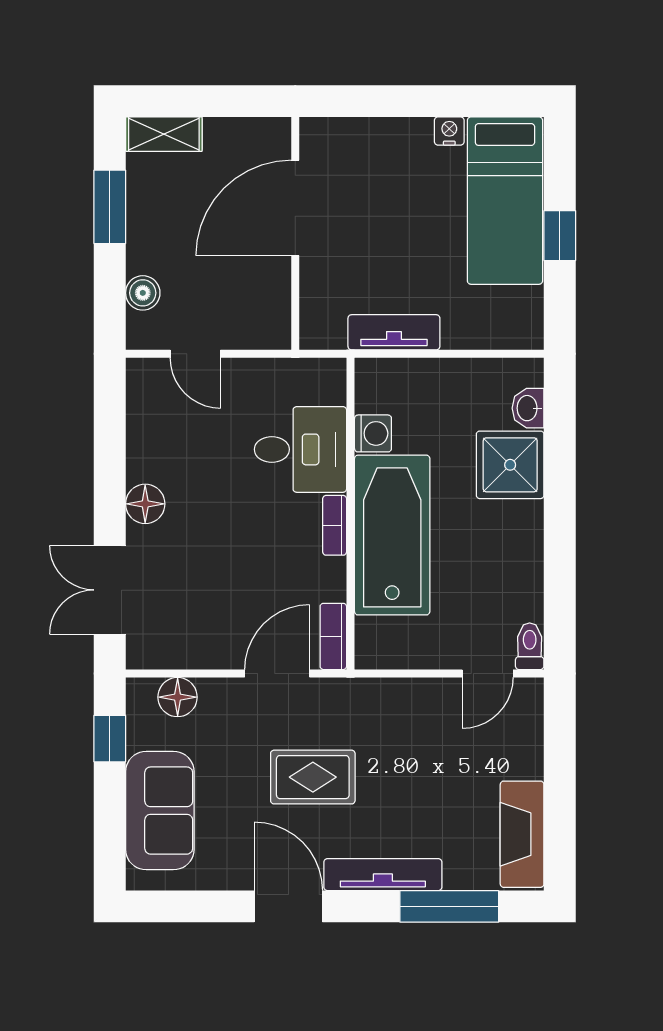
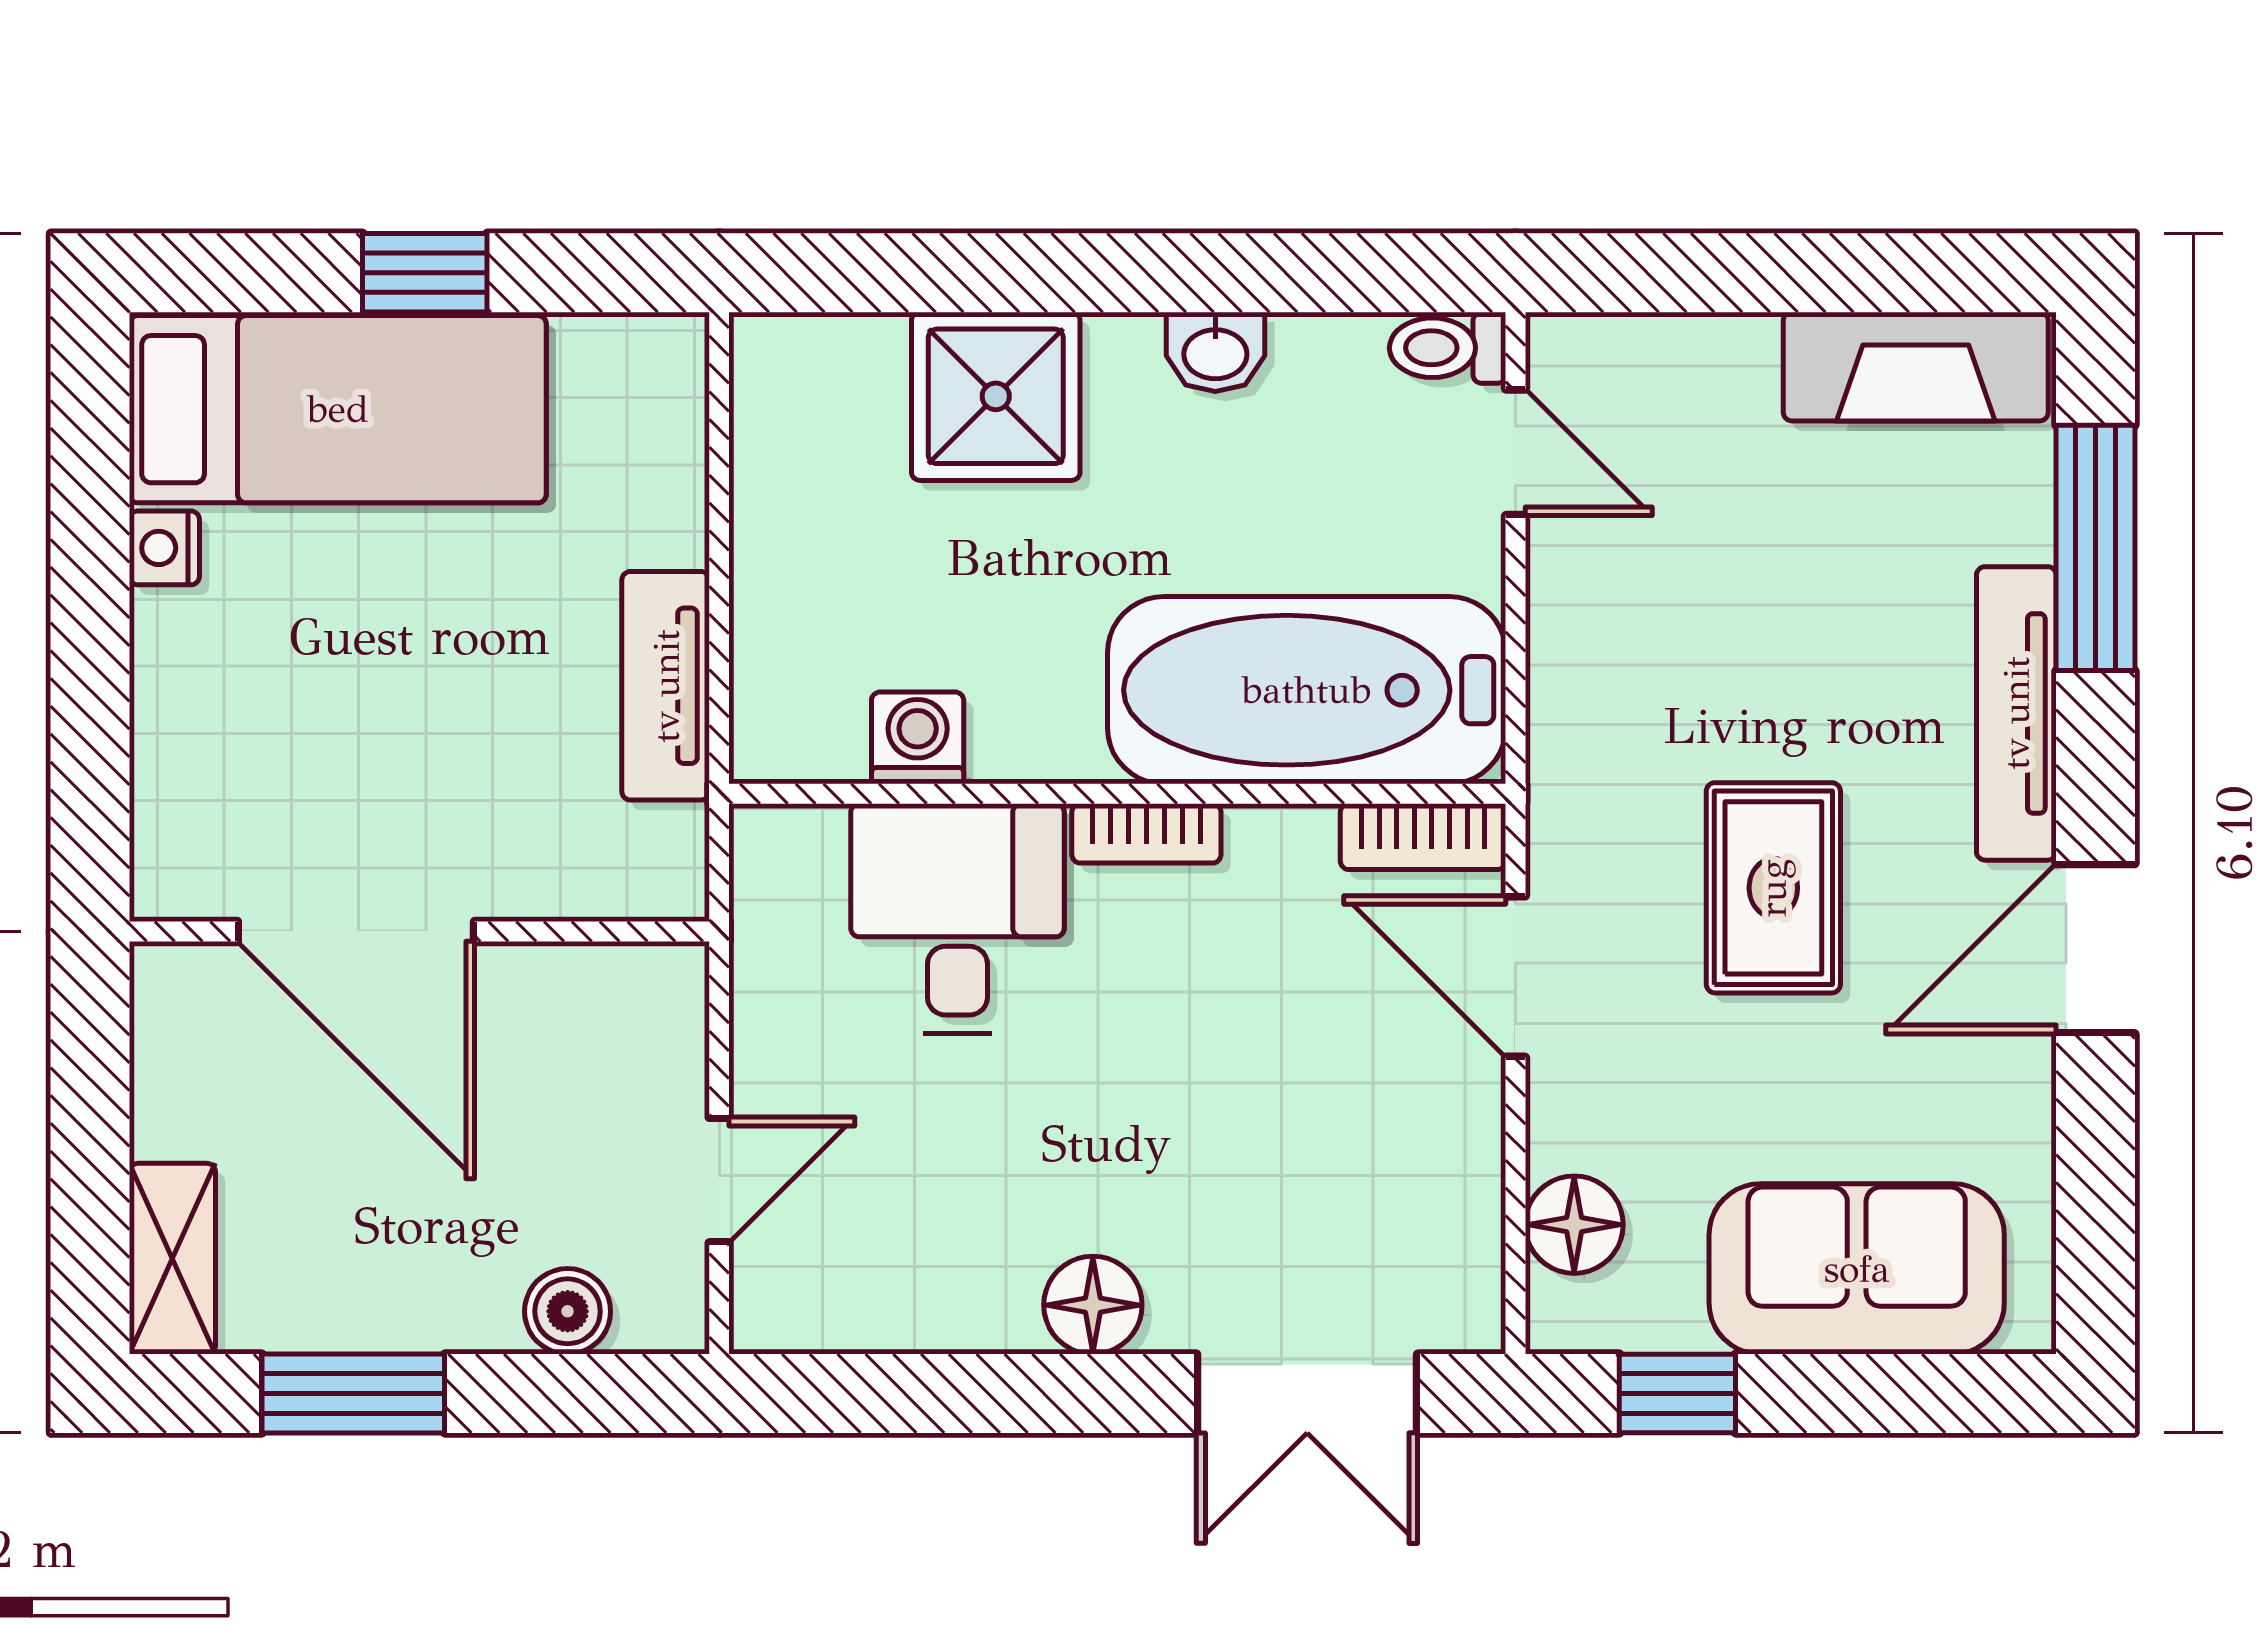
washbasin: (528, 408) -> (1215, 352), moved
bathtub: (392, 535) -> (1307, 690), moved

